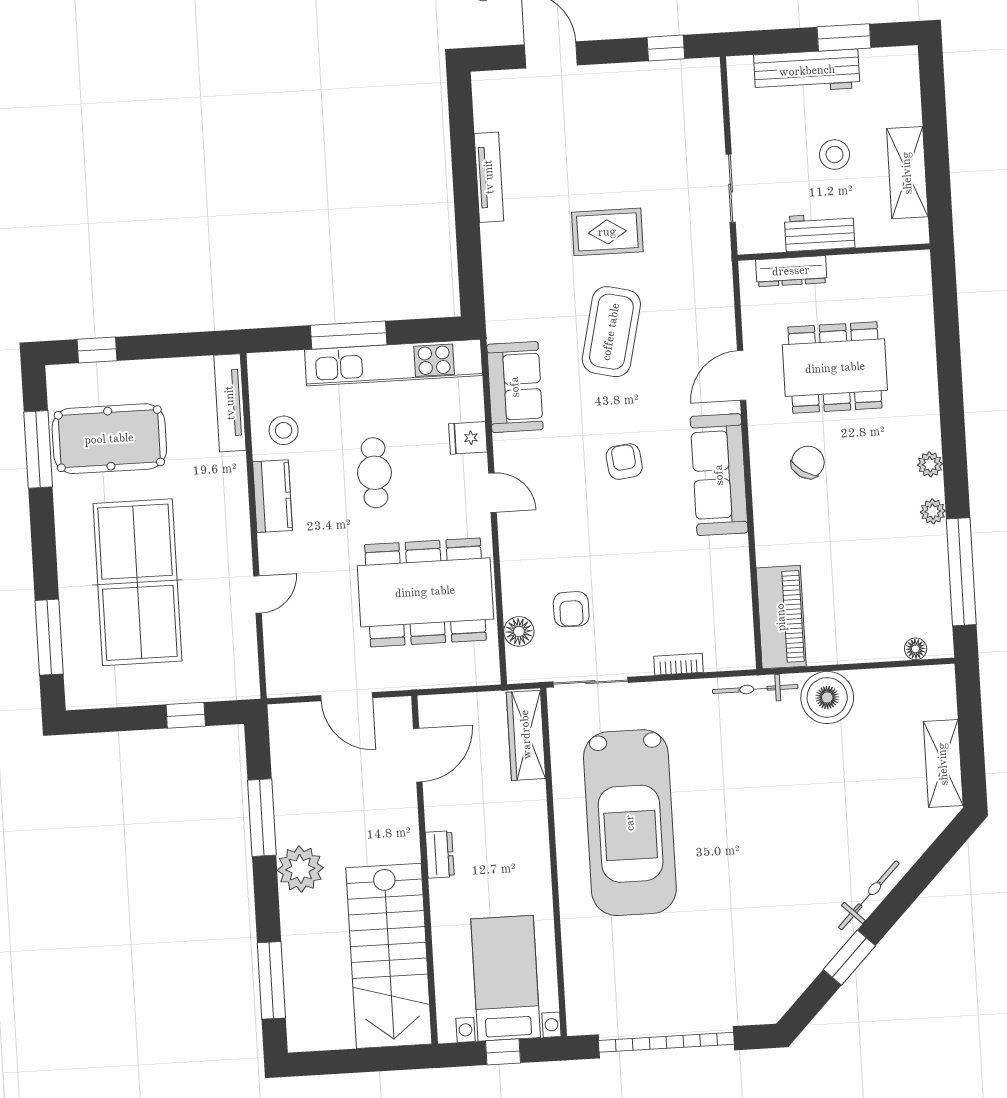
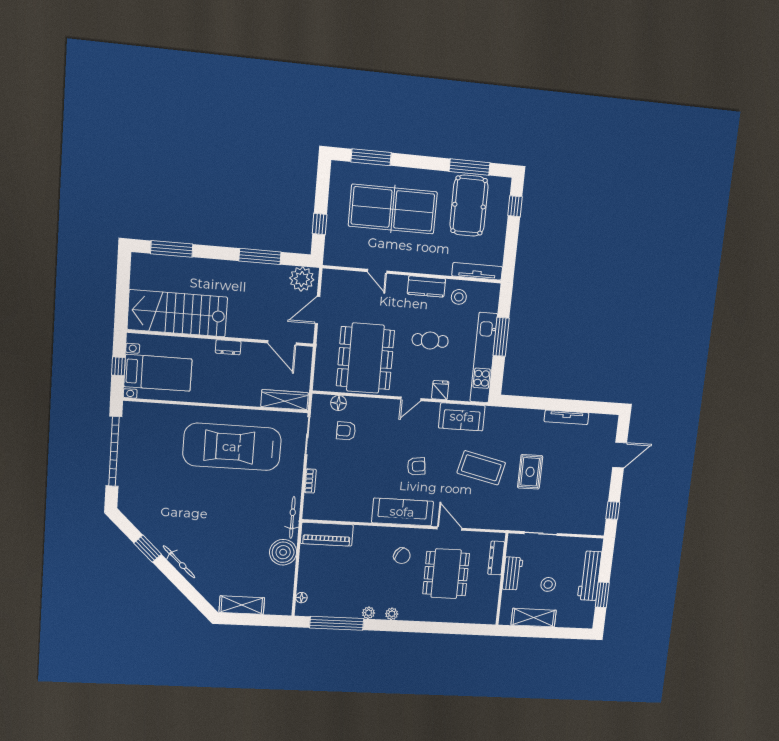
plant: (300, 869) -> (302, 279), moved

